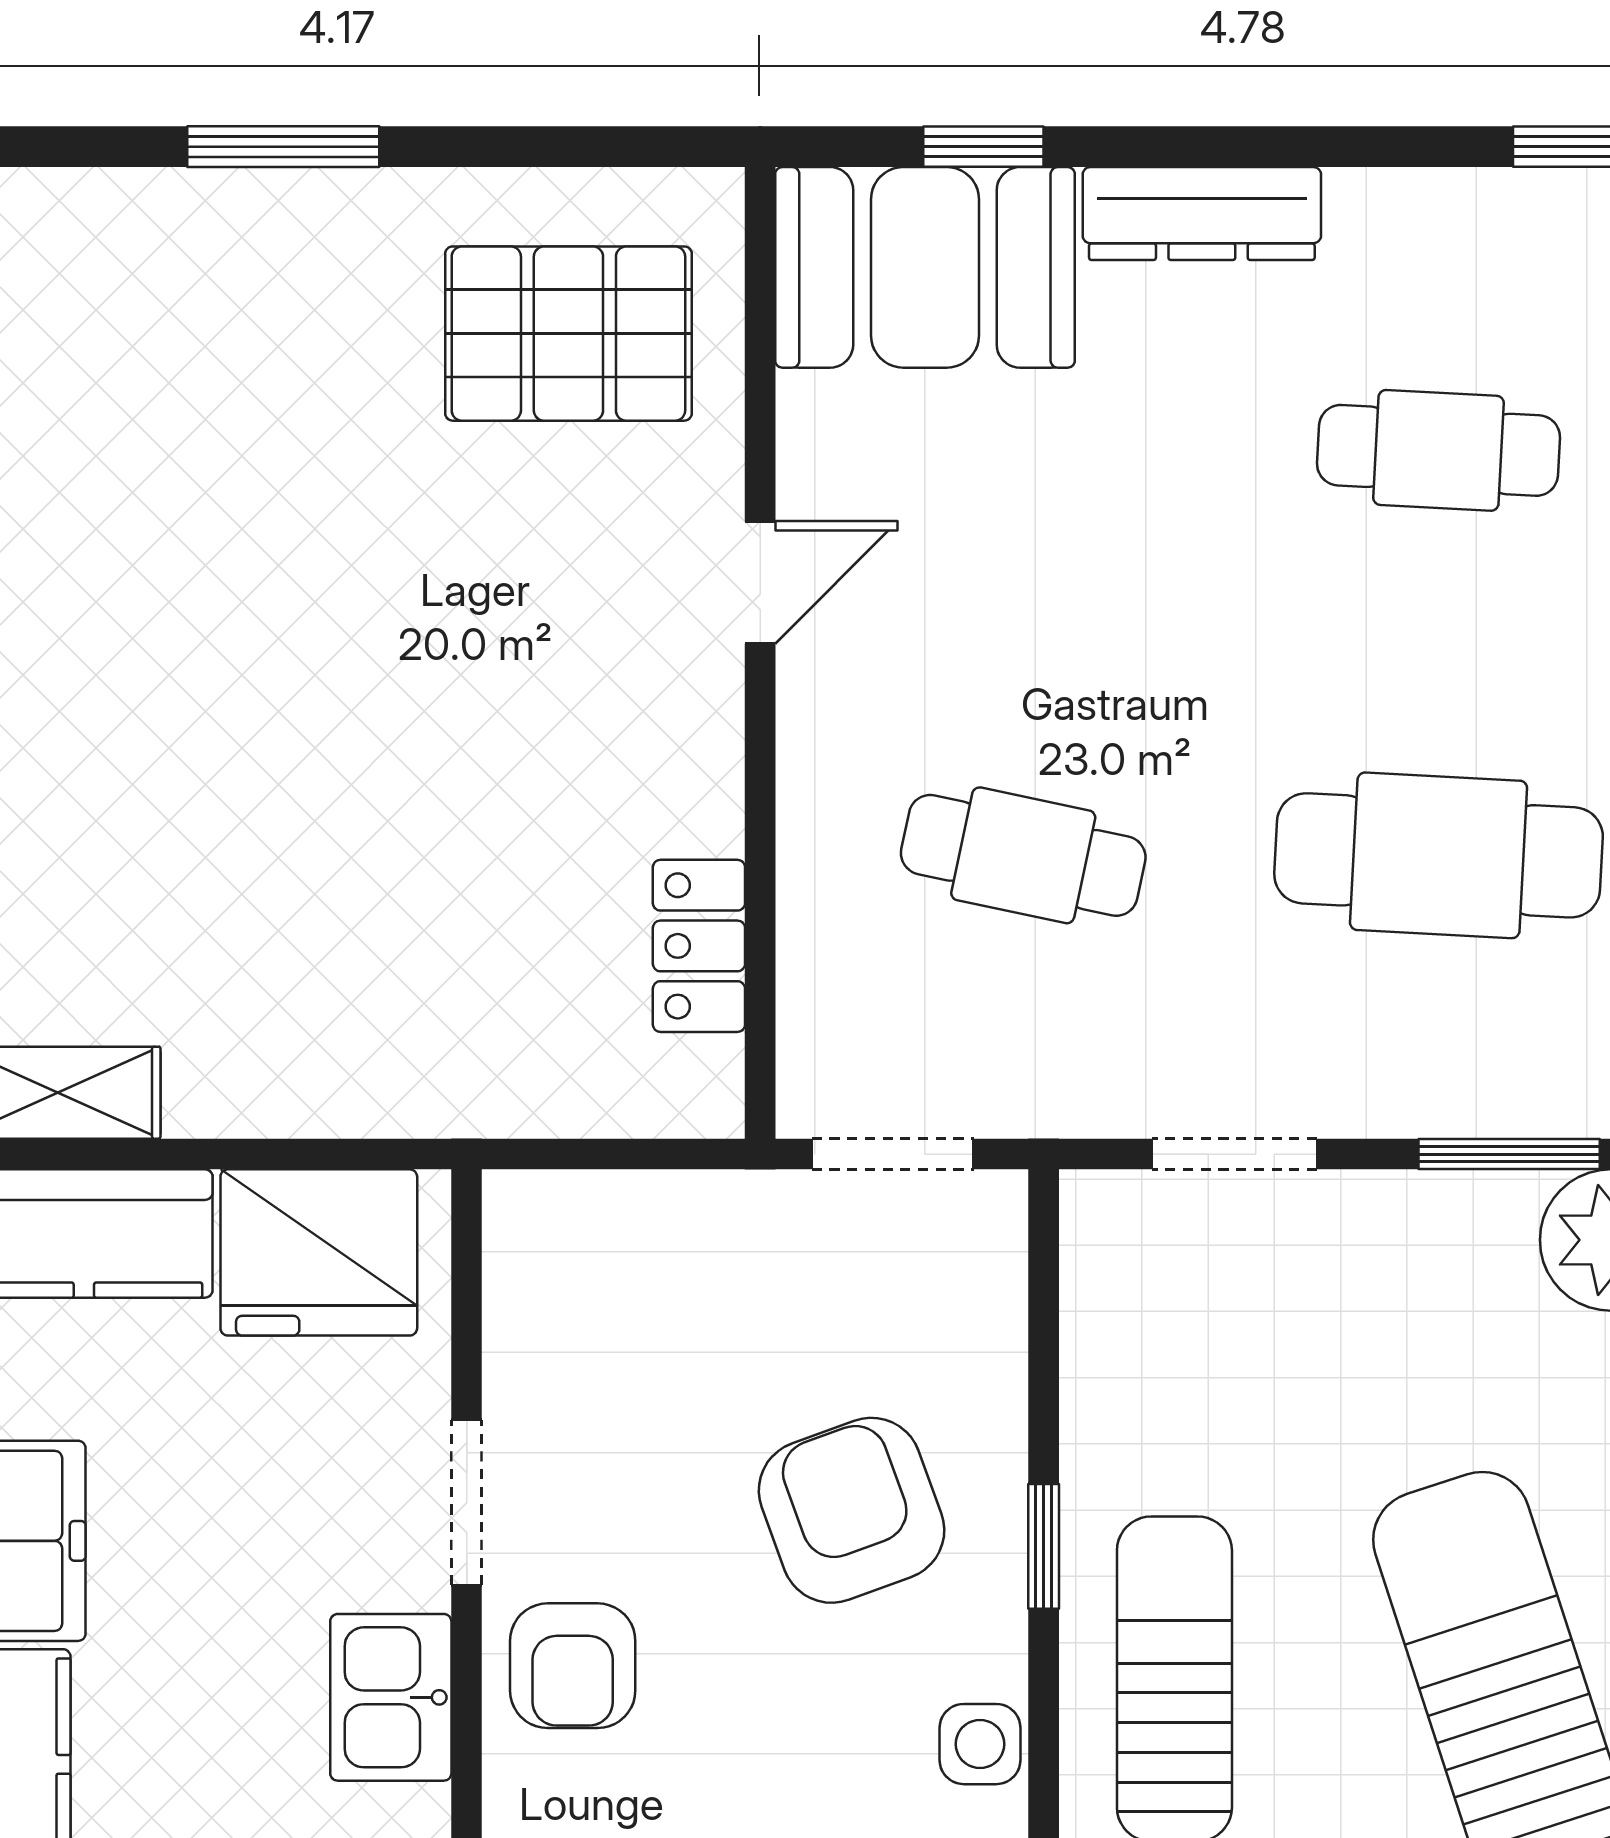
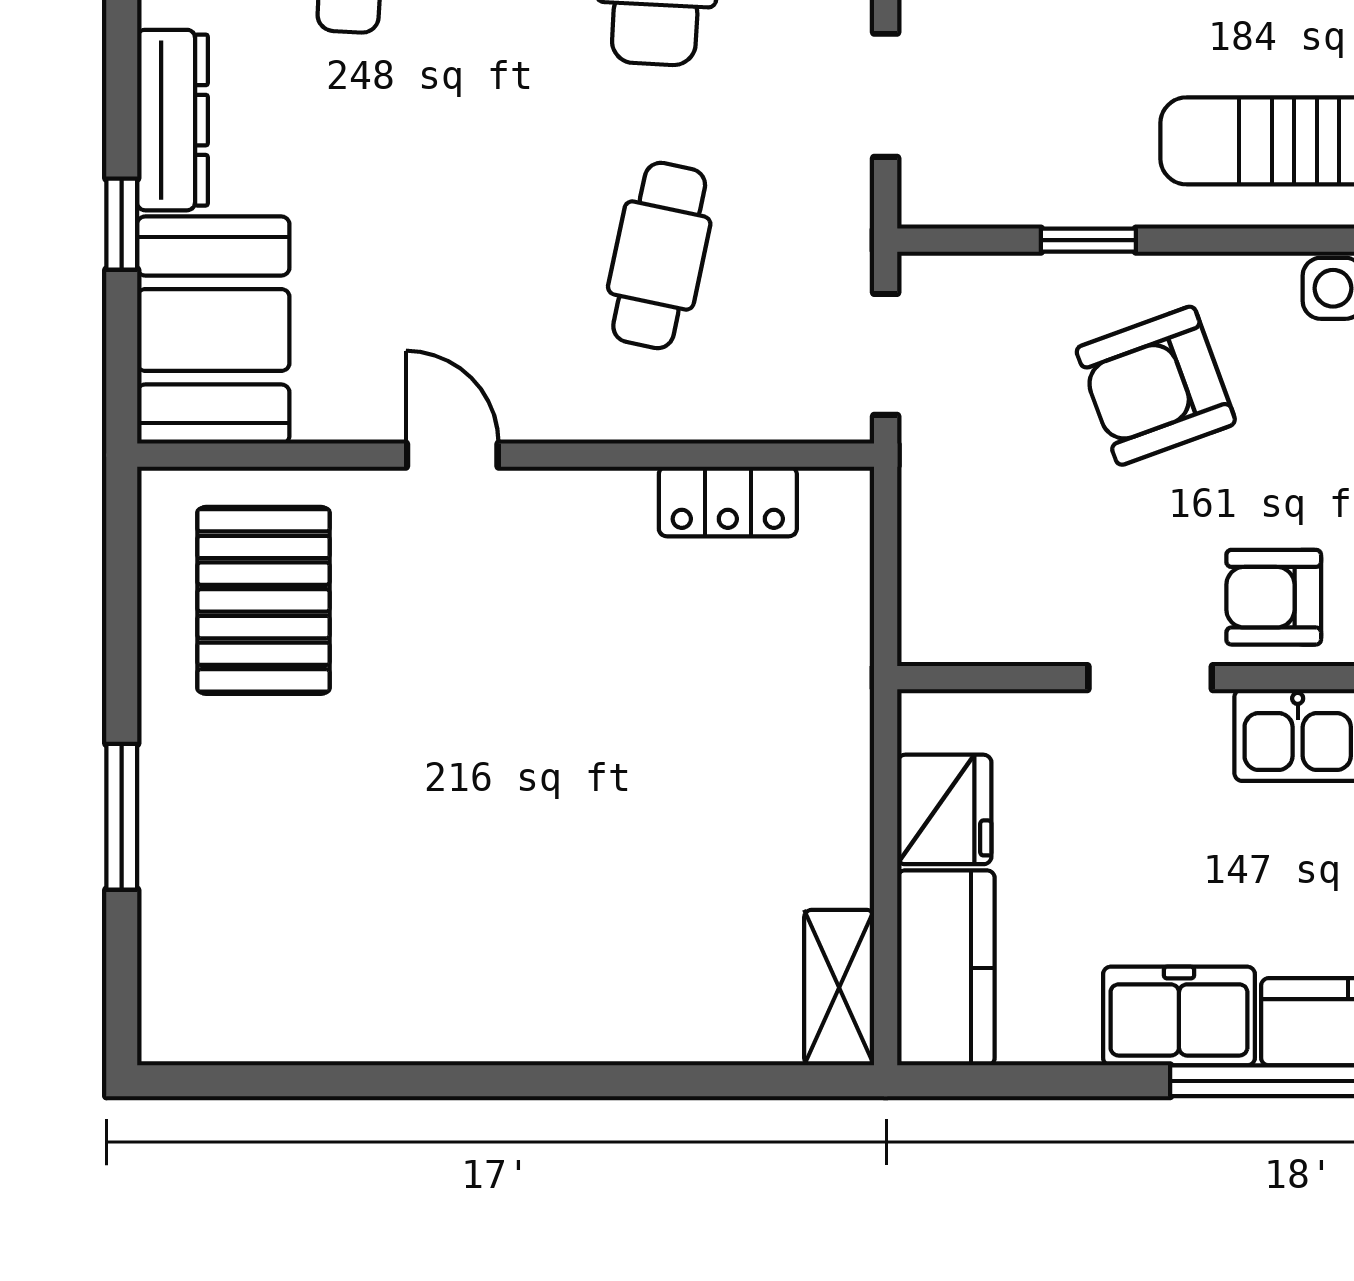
window: (983, 147) -> (122, 224), moved
fridge: (319, 1252) -> (944, 809), width x0.73, depth x0.75
window: (1044, 1546) -> (1088, 240), moved
armchair: (573, 1666) -> (1274, 597), turned 180

